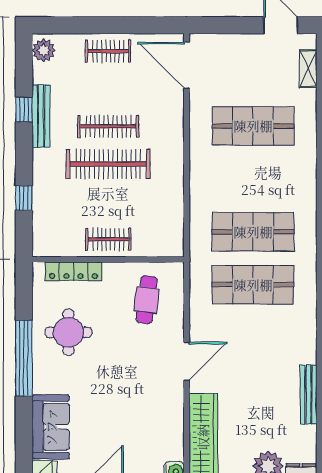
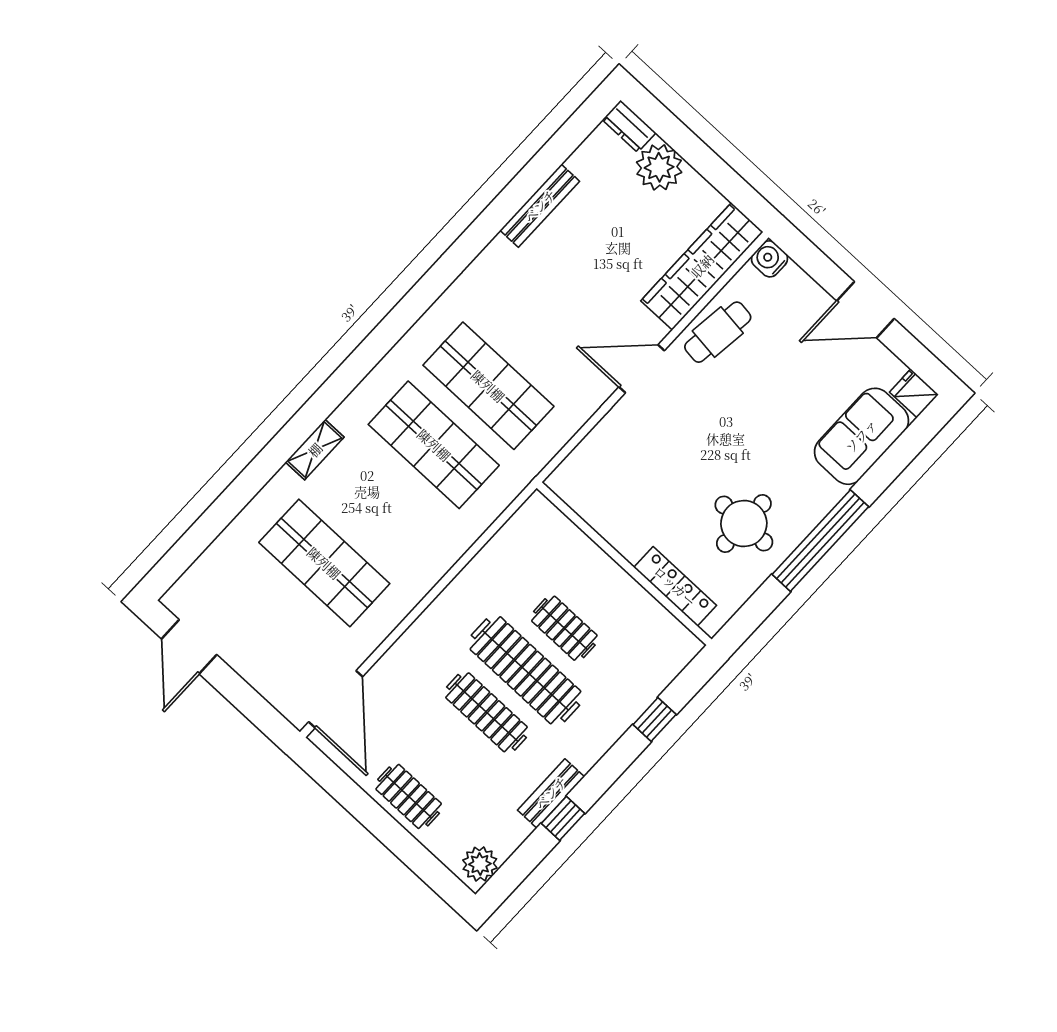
shelving: (308, 69) -> (315, 450), moved
bench: (41, 116) -> (551, 793), width x0.73
clothes rail: (108, 239) -> (564, 628), moved
cafe table: (147, 300) -> (718, 332), moved

